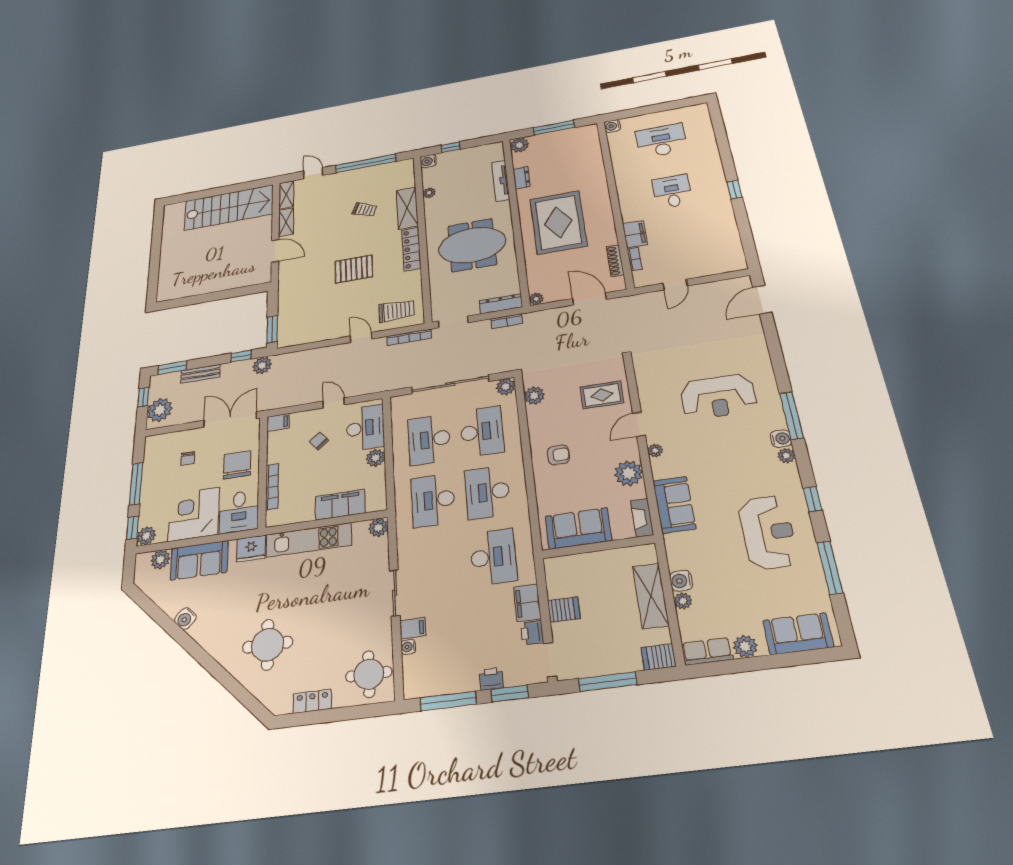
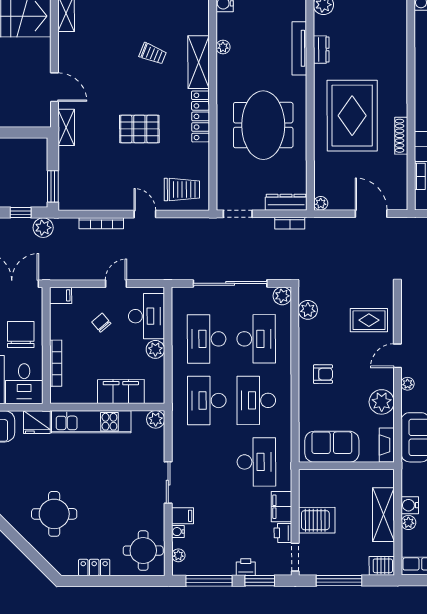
shelving: (286, 222) -> (66, 127), moved
meeting table: (472, 245) -> (263, 125), turned 90
shoe rack: (615, 261) -> (401, 136), moved
bookcase: (409, 337) -> (101, 223), moved
door: (334, 403) -> (116, 284), hinge flipped
server rack: (564, 610) -> (317, 520), width x1.36, depth x1.44
plant: (410, 675) -> (178, 555), added

